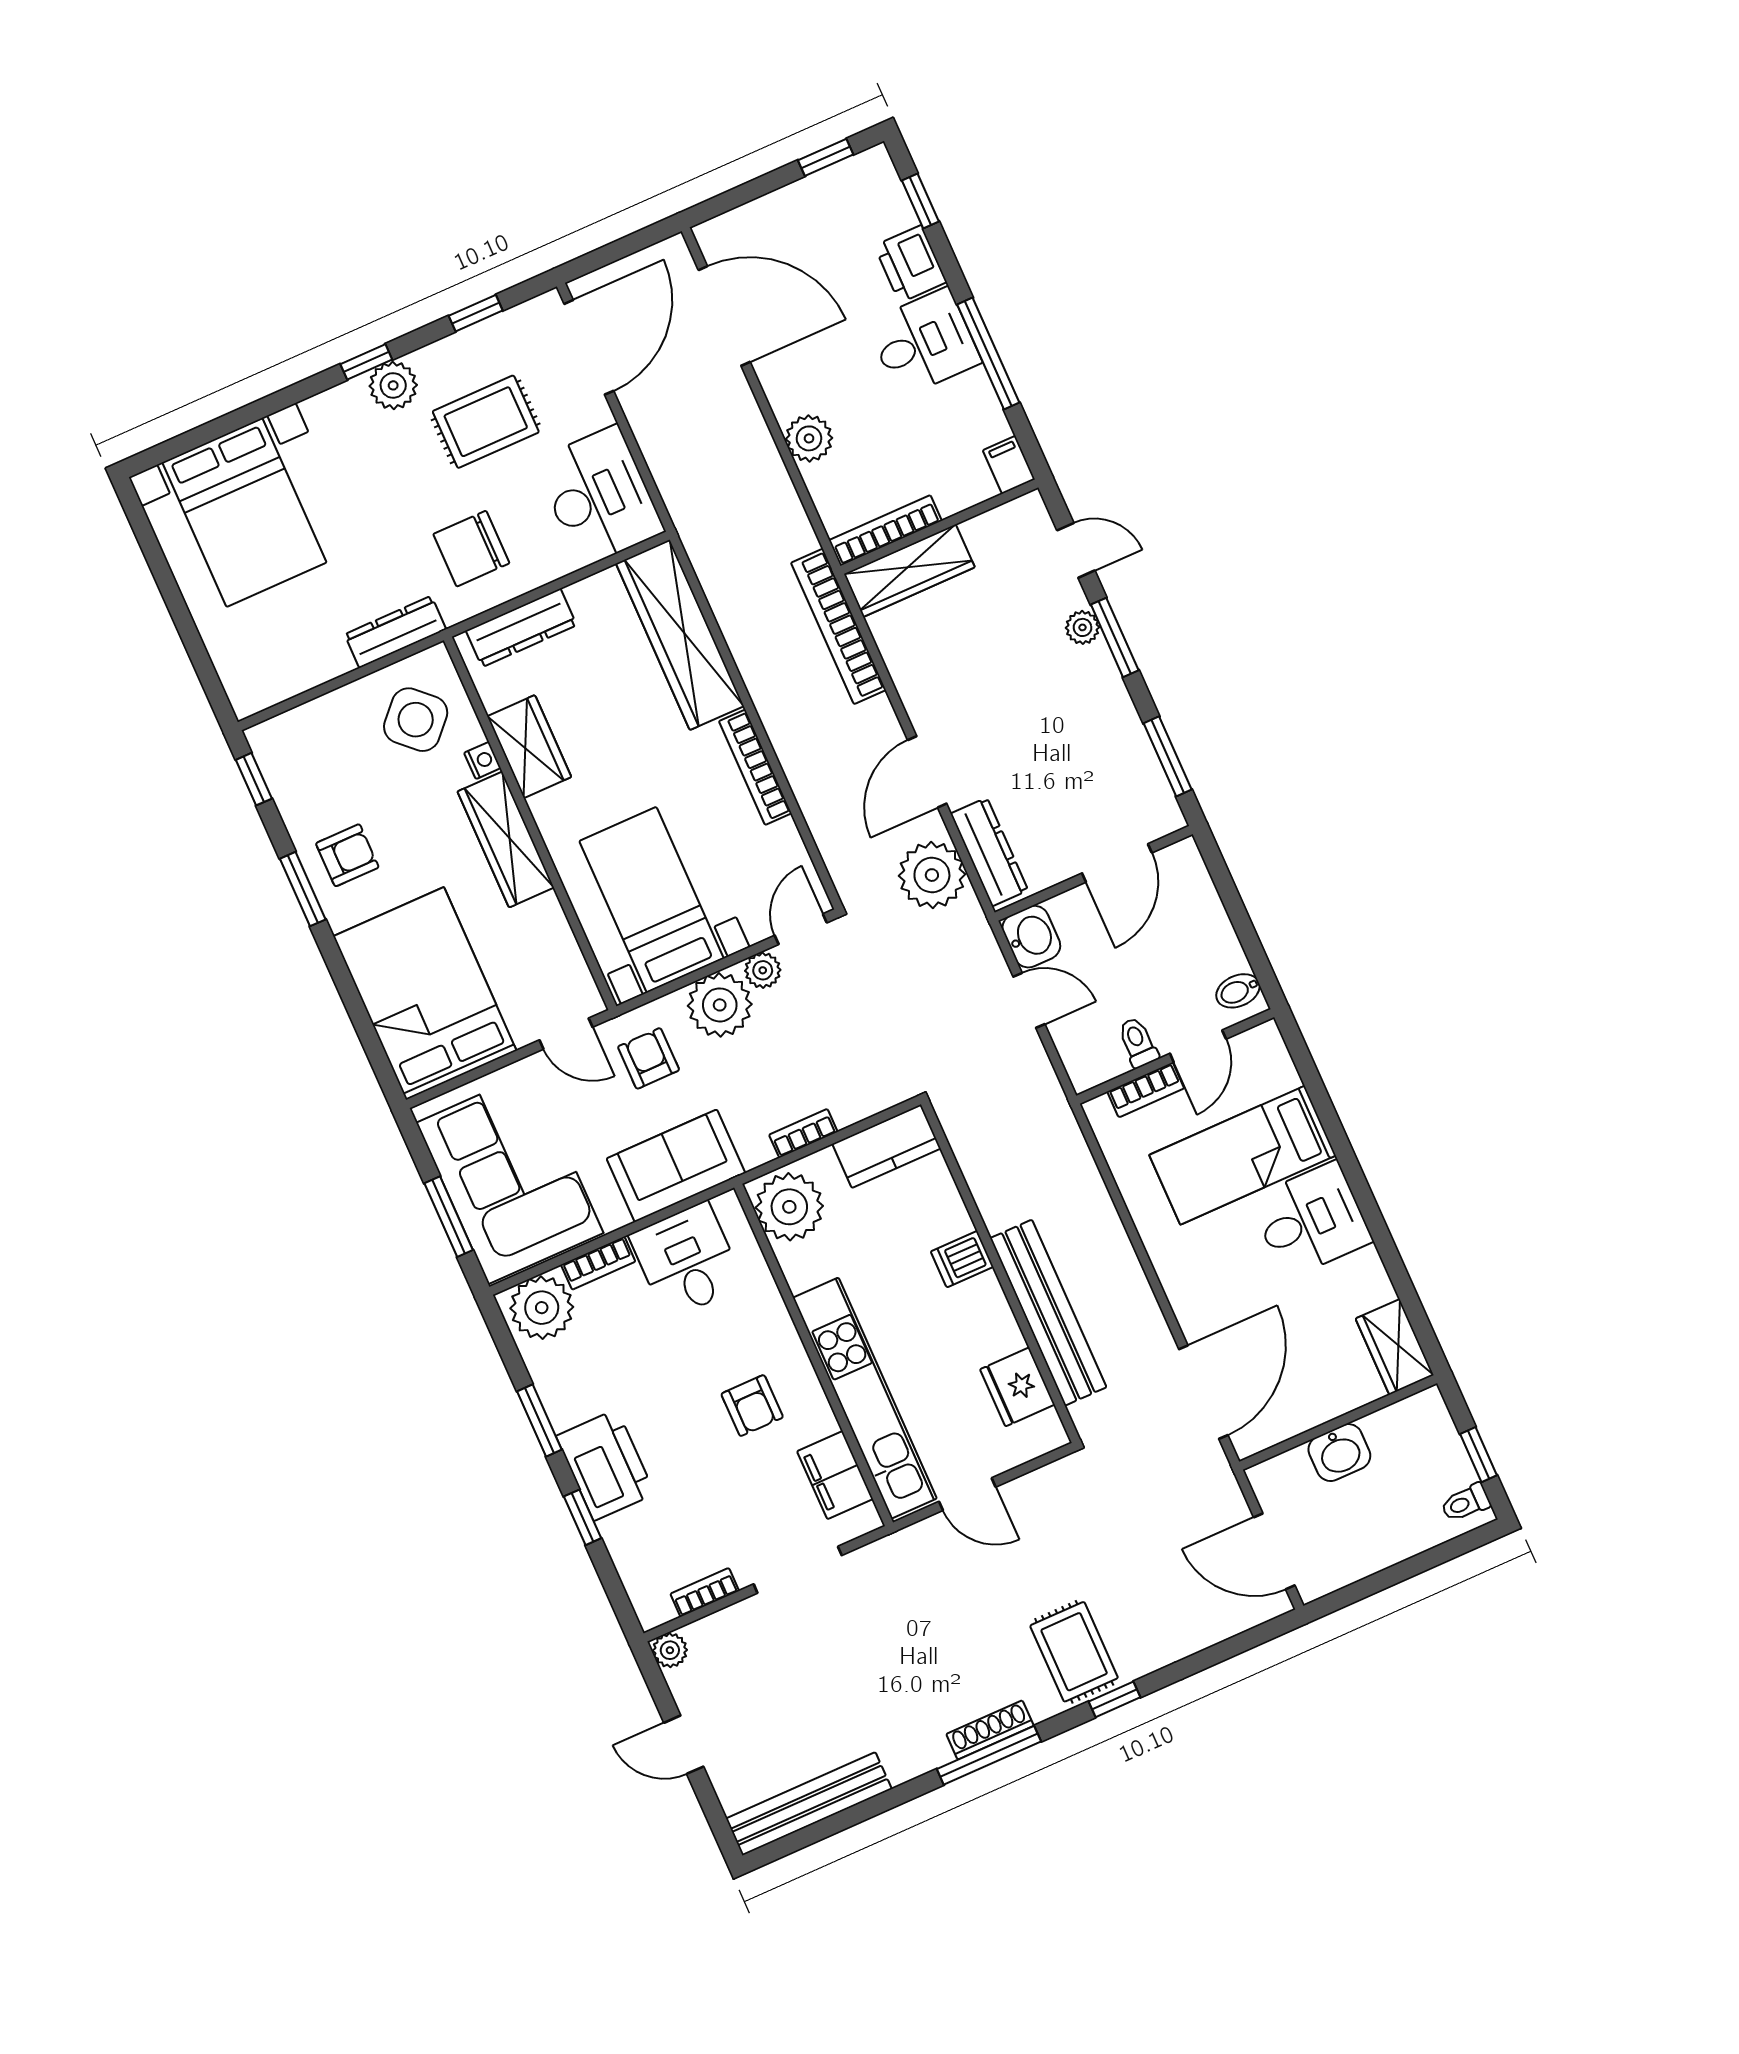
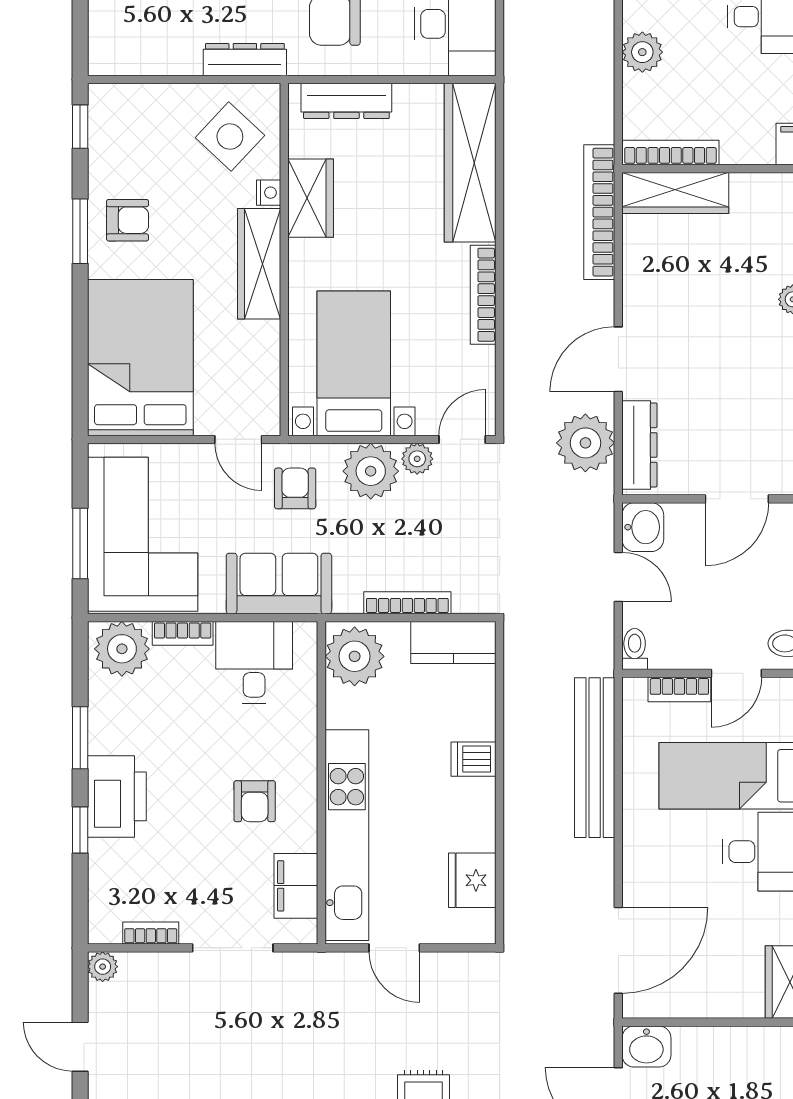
toilet: (1138, 1042) -> (635, 649), moved
bookcase: (803, 1133) -> (407, 603), width x1.56
bench: (1048, 1313) -> (595, 758), moved
washbasin: (1339, 1453) -> (646, 1047), moved

